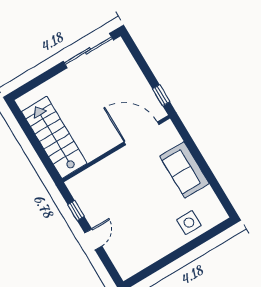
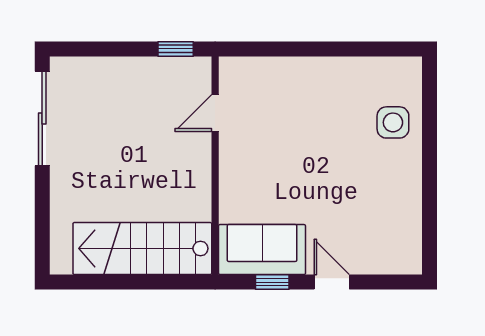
door: (141, 133) -> (215, 113), width x0.53
sofa: (184, 170) -> (262, 250), moved, turned 180

